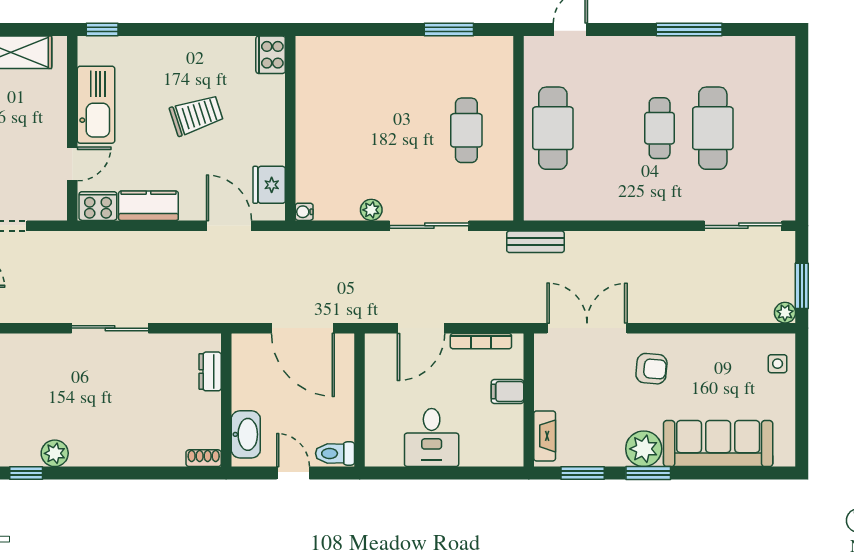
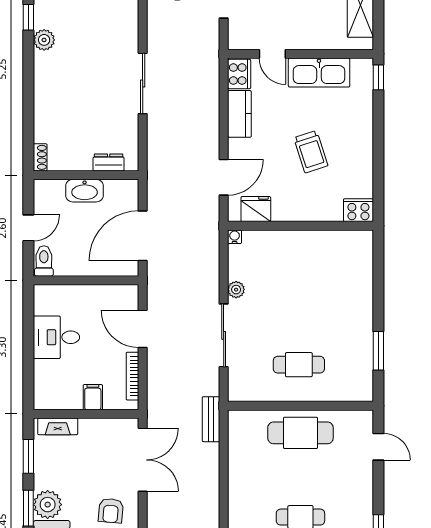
washbasin: (246, 434) -> (85, 191), moved

